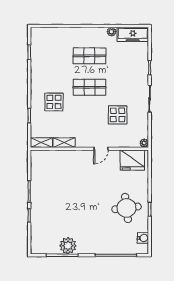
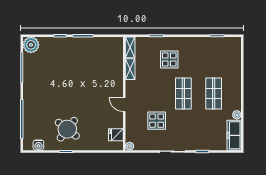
fridge: (132, 160) -> (116, 135), width x0.53, depth x0.75
round table: (126, 208) -> (67, 129), turned 45
plant: (68, 246) -> (31, 45), moved

